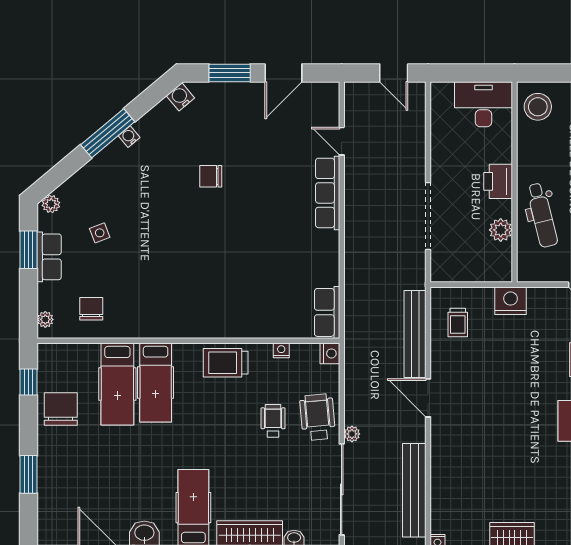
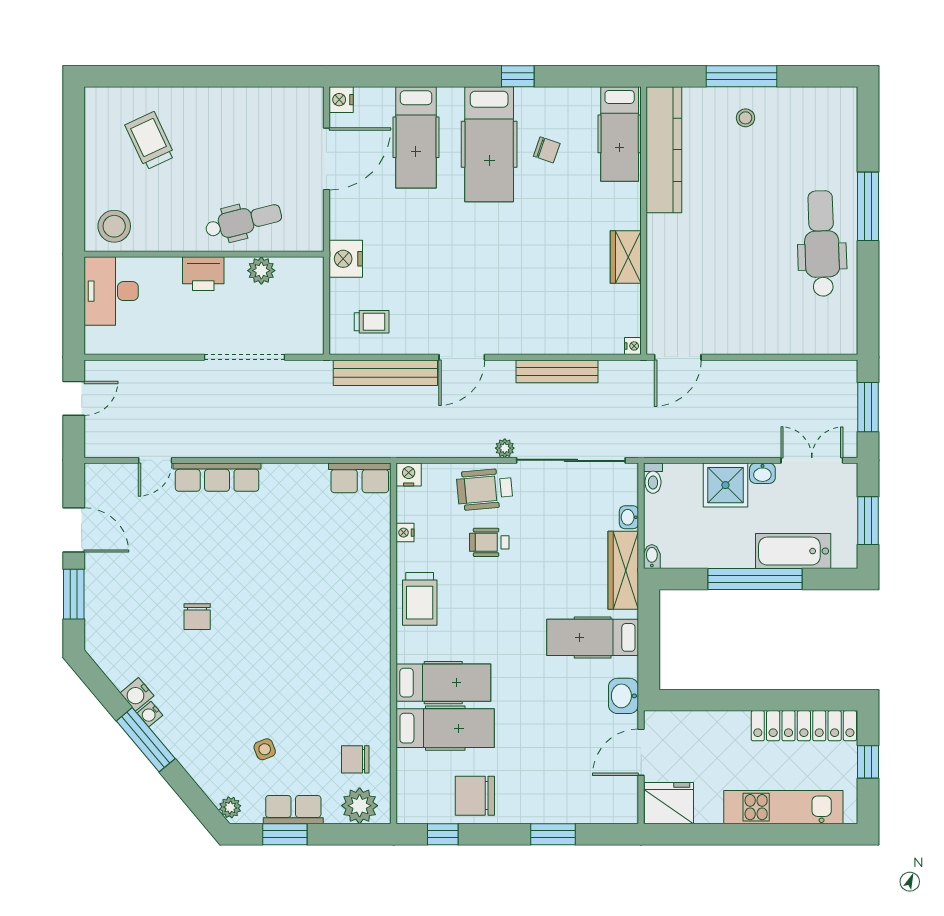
water cooler: (180, 97) -> (137, 694), moved
plant: (45, 319) -> (360, 806), width x1.88, depth x1.88
bench: (414, 490) -> (557, 371), width x0.73, depth x0.82

